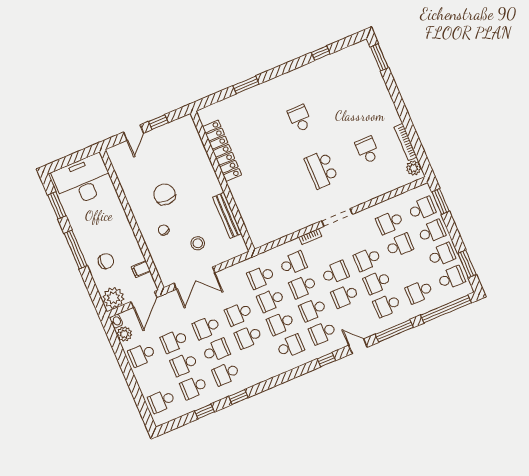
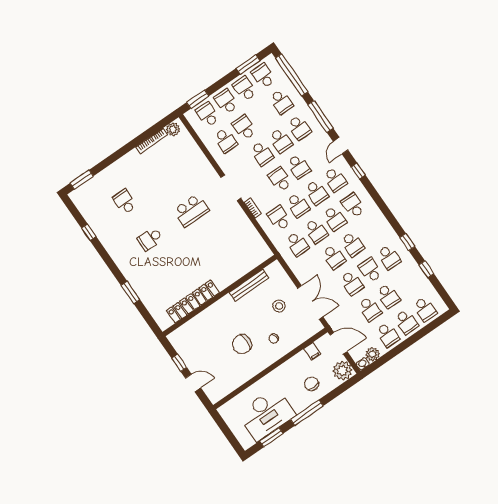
school desk: (367, 150) -> (124, 202), moved, turned 90
desk: (83, 181) -> (266, 414), moved, turned -90
school desk: (194, 387) -> (406, 322), moved

